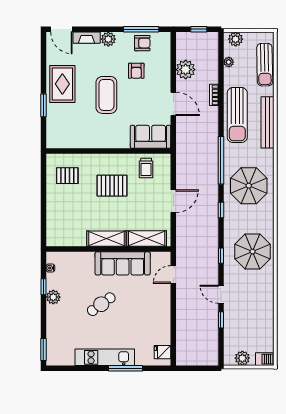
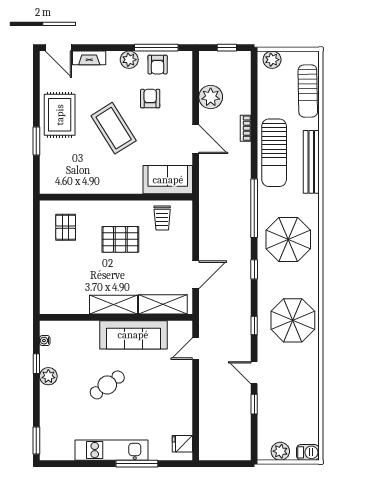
plant: (108, 39) -> (129, 60), moved
armchair: (142, 43) -> (158, 65), turned 90
plant: (229, 62) -> (264, 88), removed
armchair: (136, 71) -> (150, 99), turned 180
coffee table: (106, 95) -> (114, 128), turned -32
pallet: (67, 176) -> (66, 227), turned 90
door: (173, 201) -> (196, 275), moved

